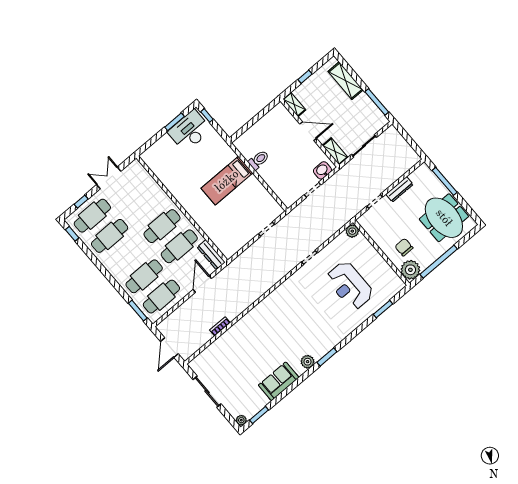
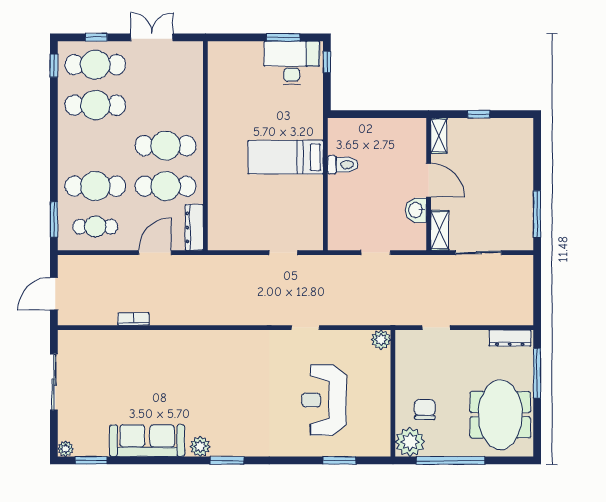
shelving: (346, 81) -> (522, 159), removed
washbasin: (322, 170) -> (416, 210), moved, turned -90
dresser: (399, 189) -> (510, 338), moved
cafe table: (161, 297) -> (95, 227), width x0.73, depth x0.74
sofa: (279, 381) -> (147, 441), width x1.36

